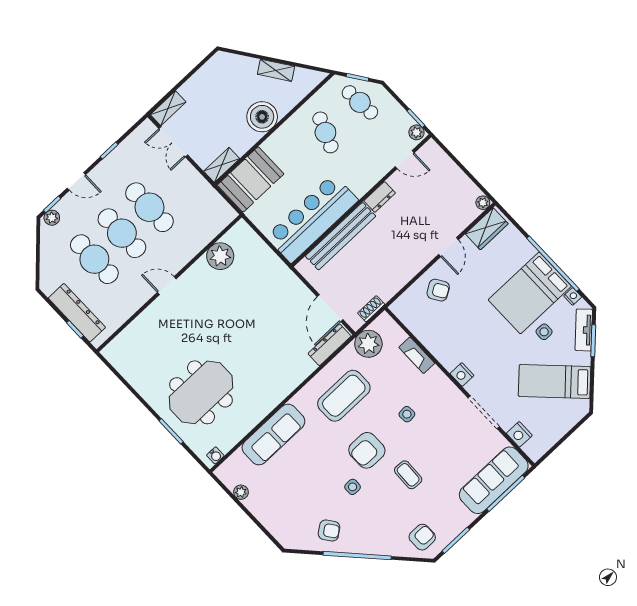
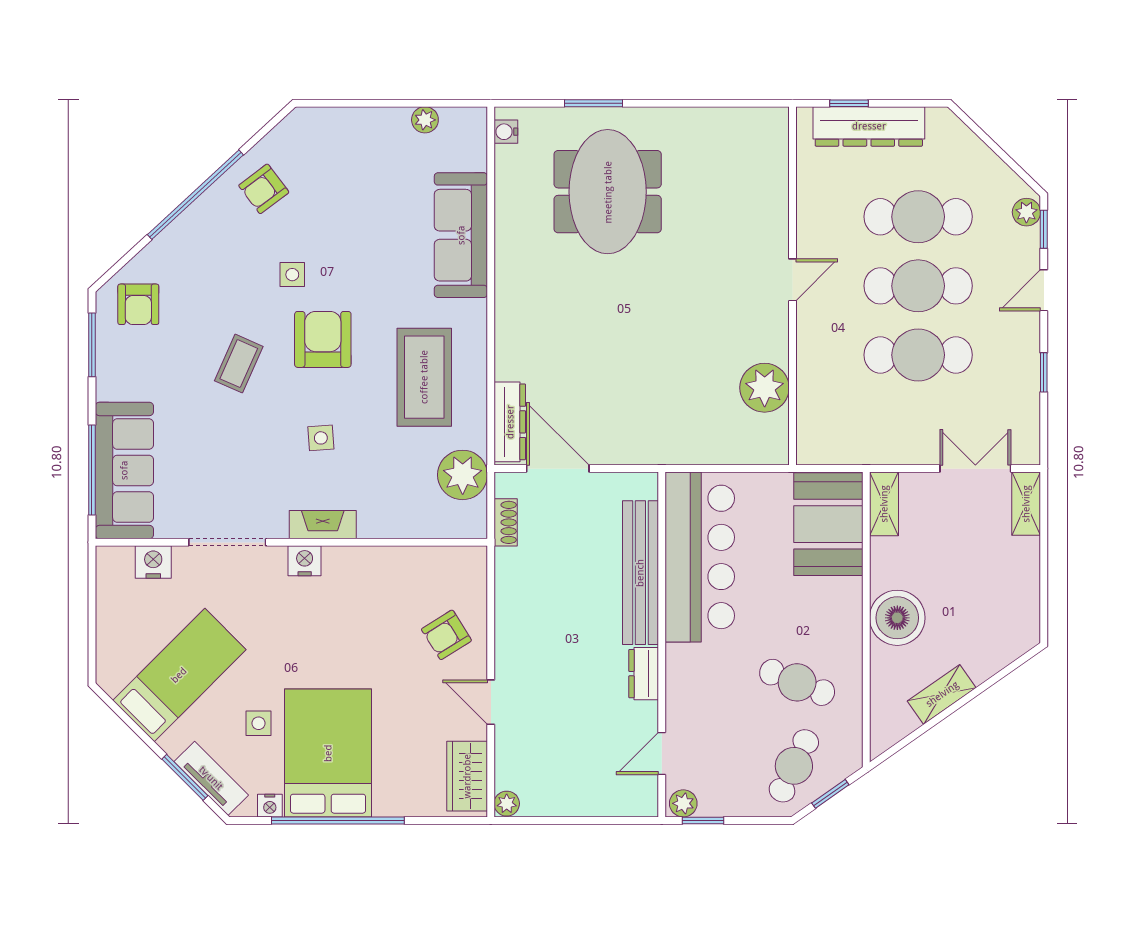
cafe table: (360, 102) -> (794, 766), turned -60
fireplace: (417, 355) -> (323, 525), moved
coffee table: (408, 475) -> (239, 364), turned -68

